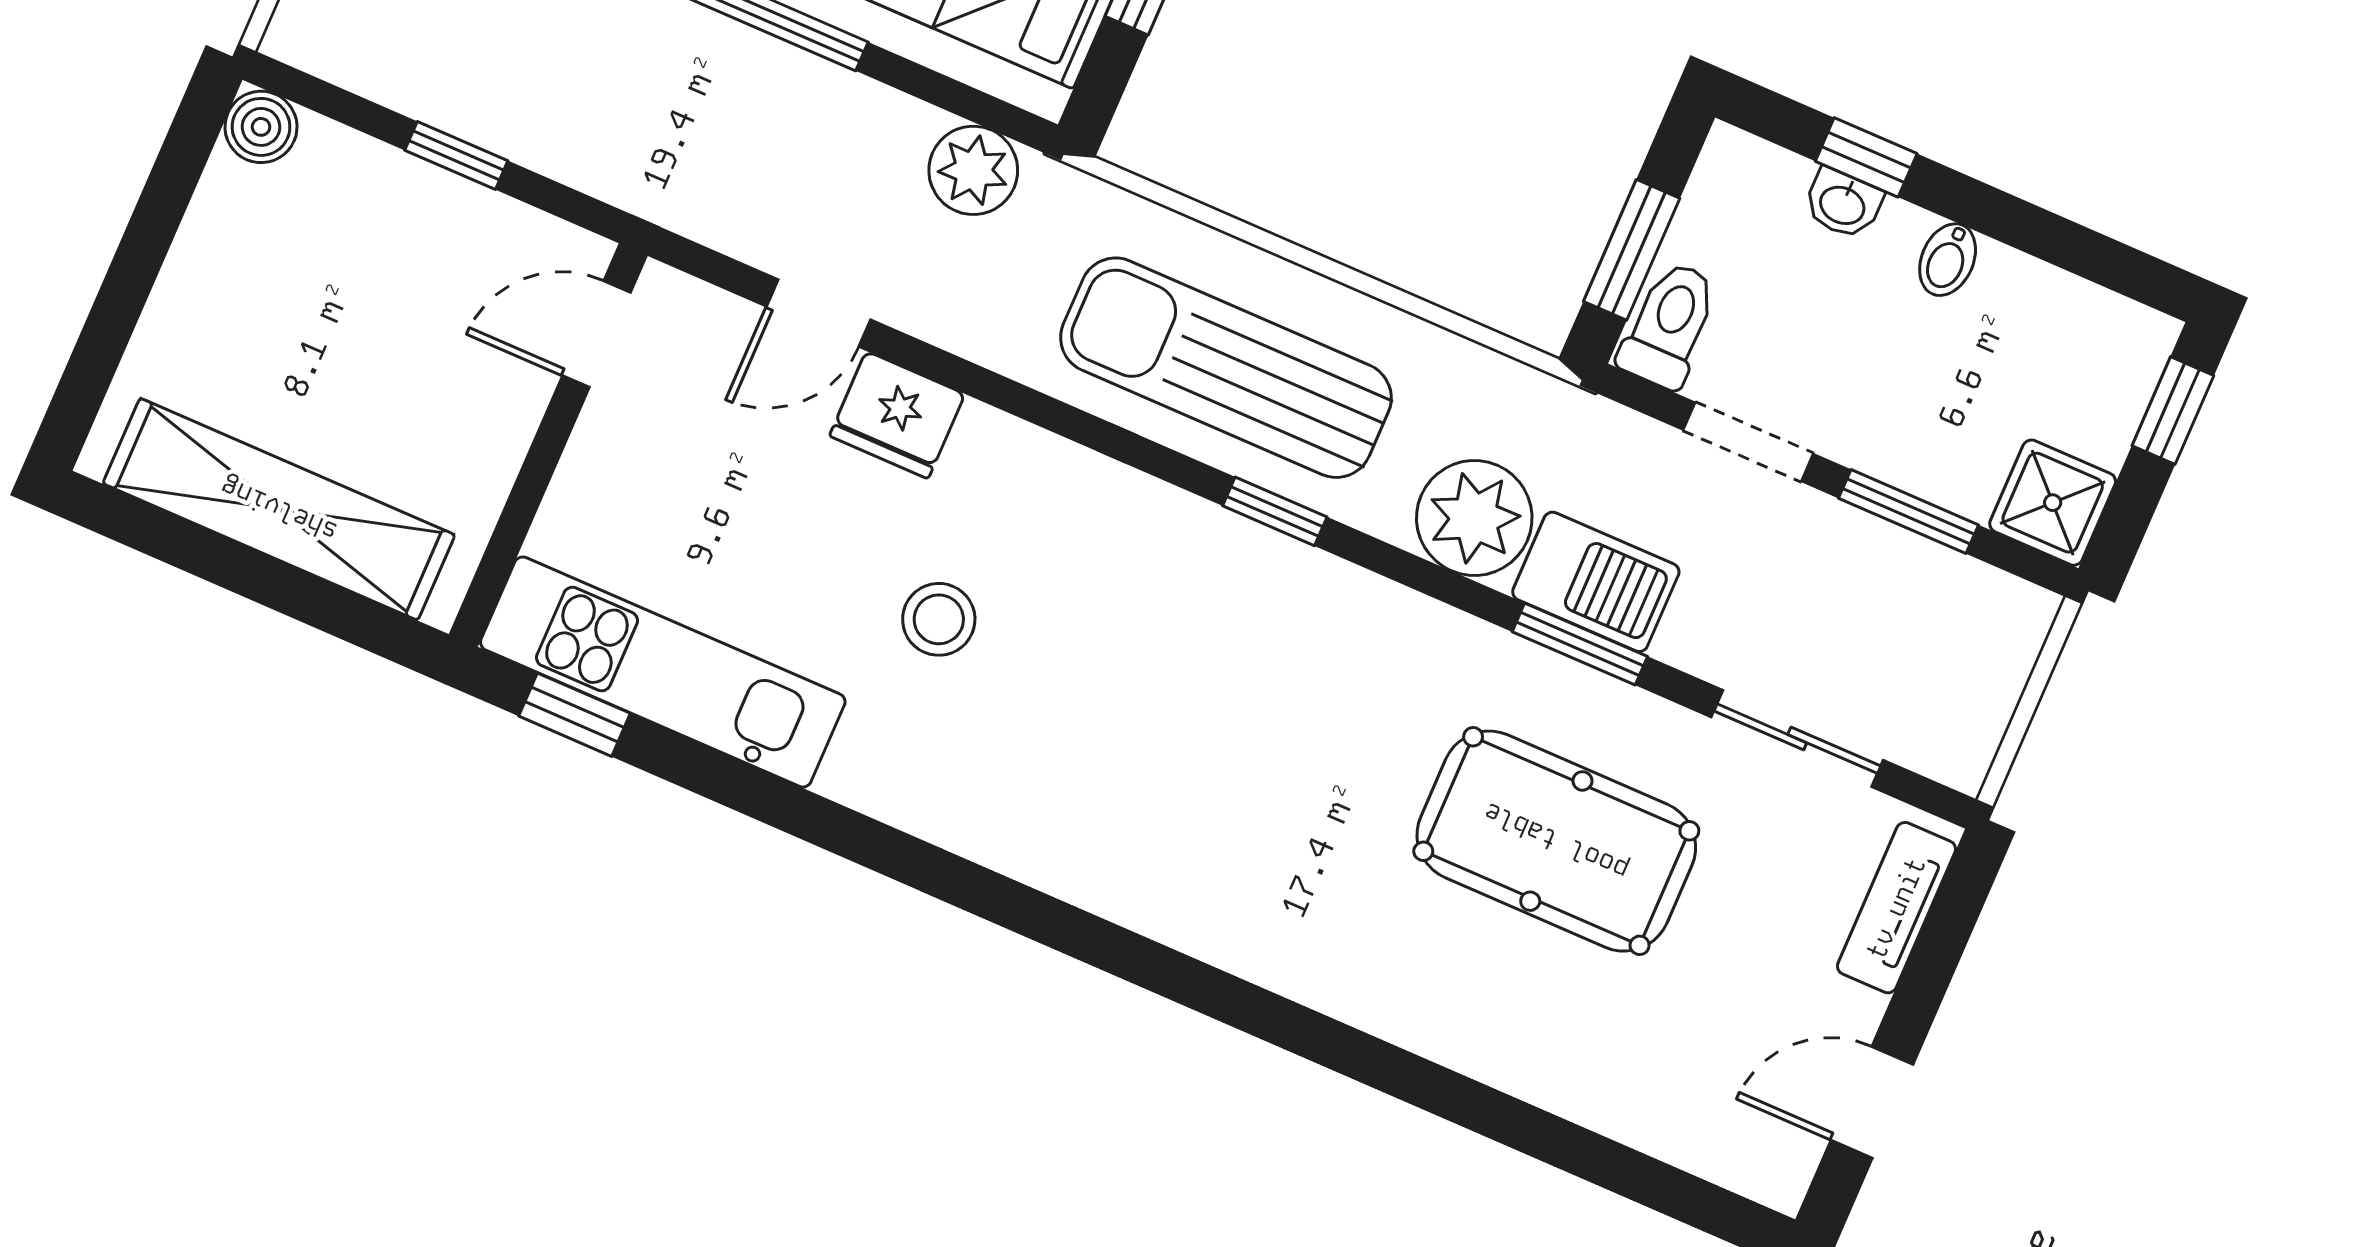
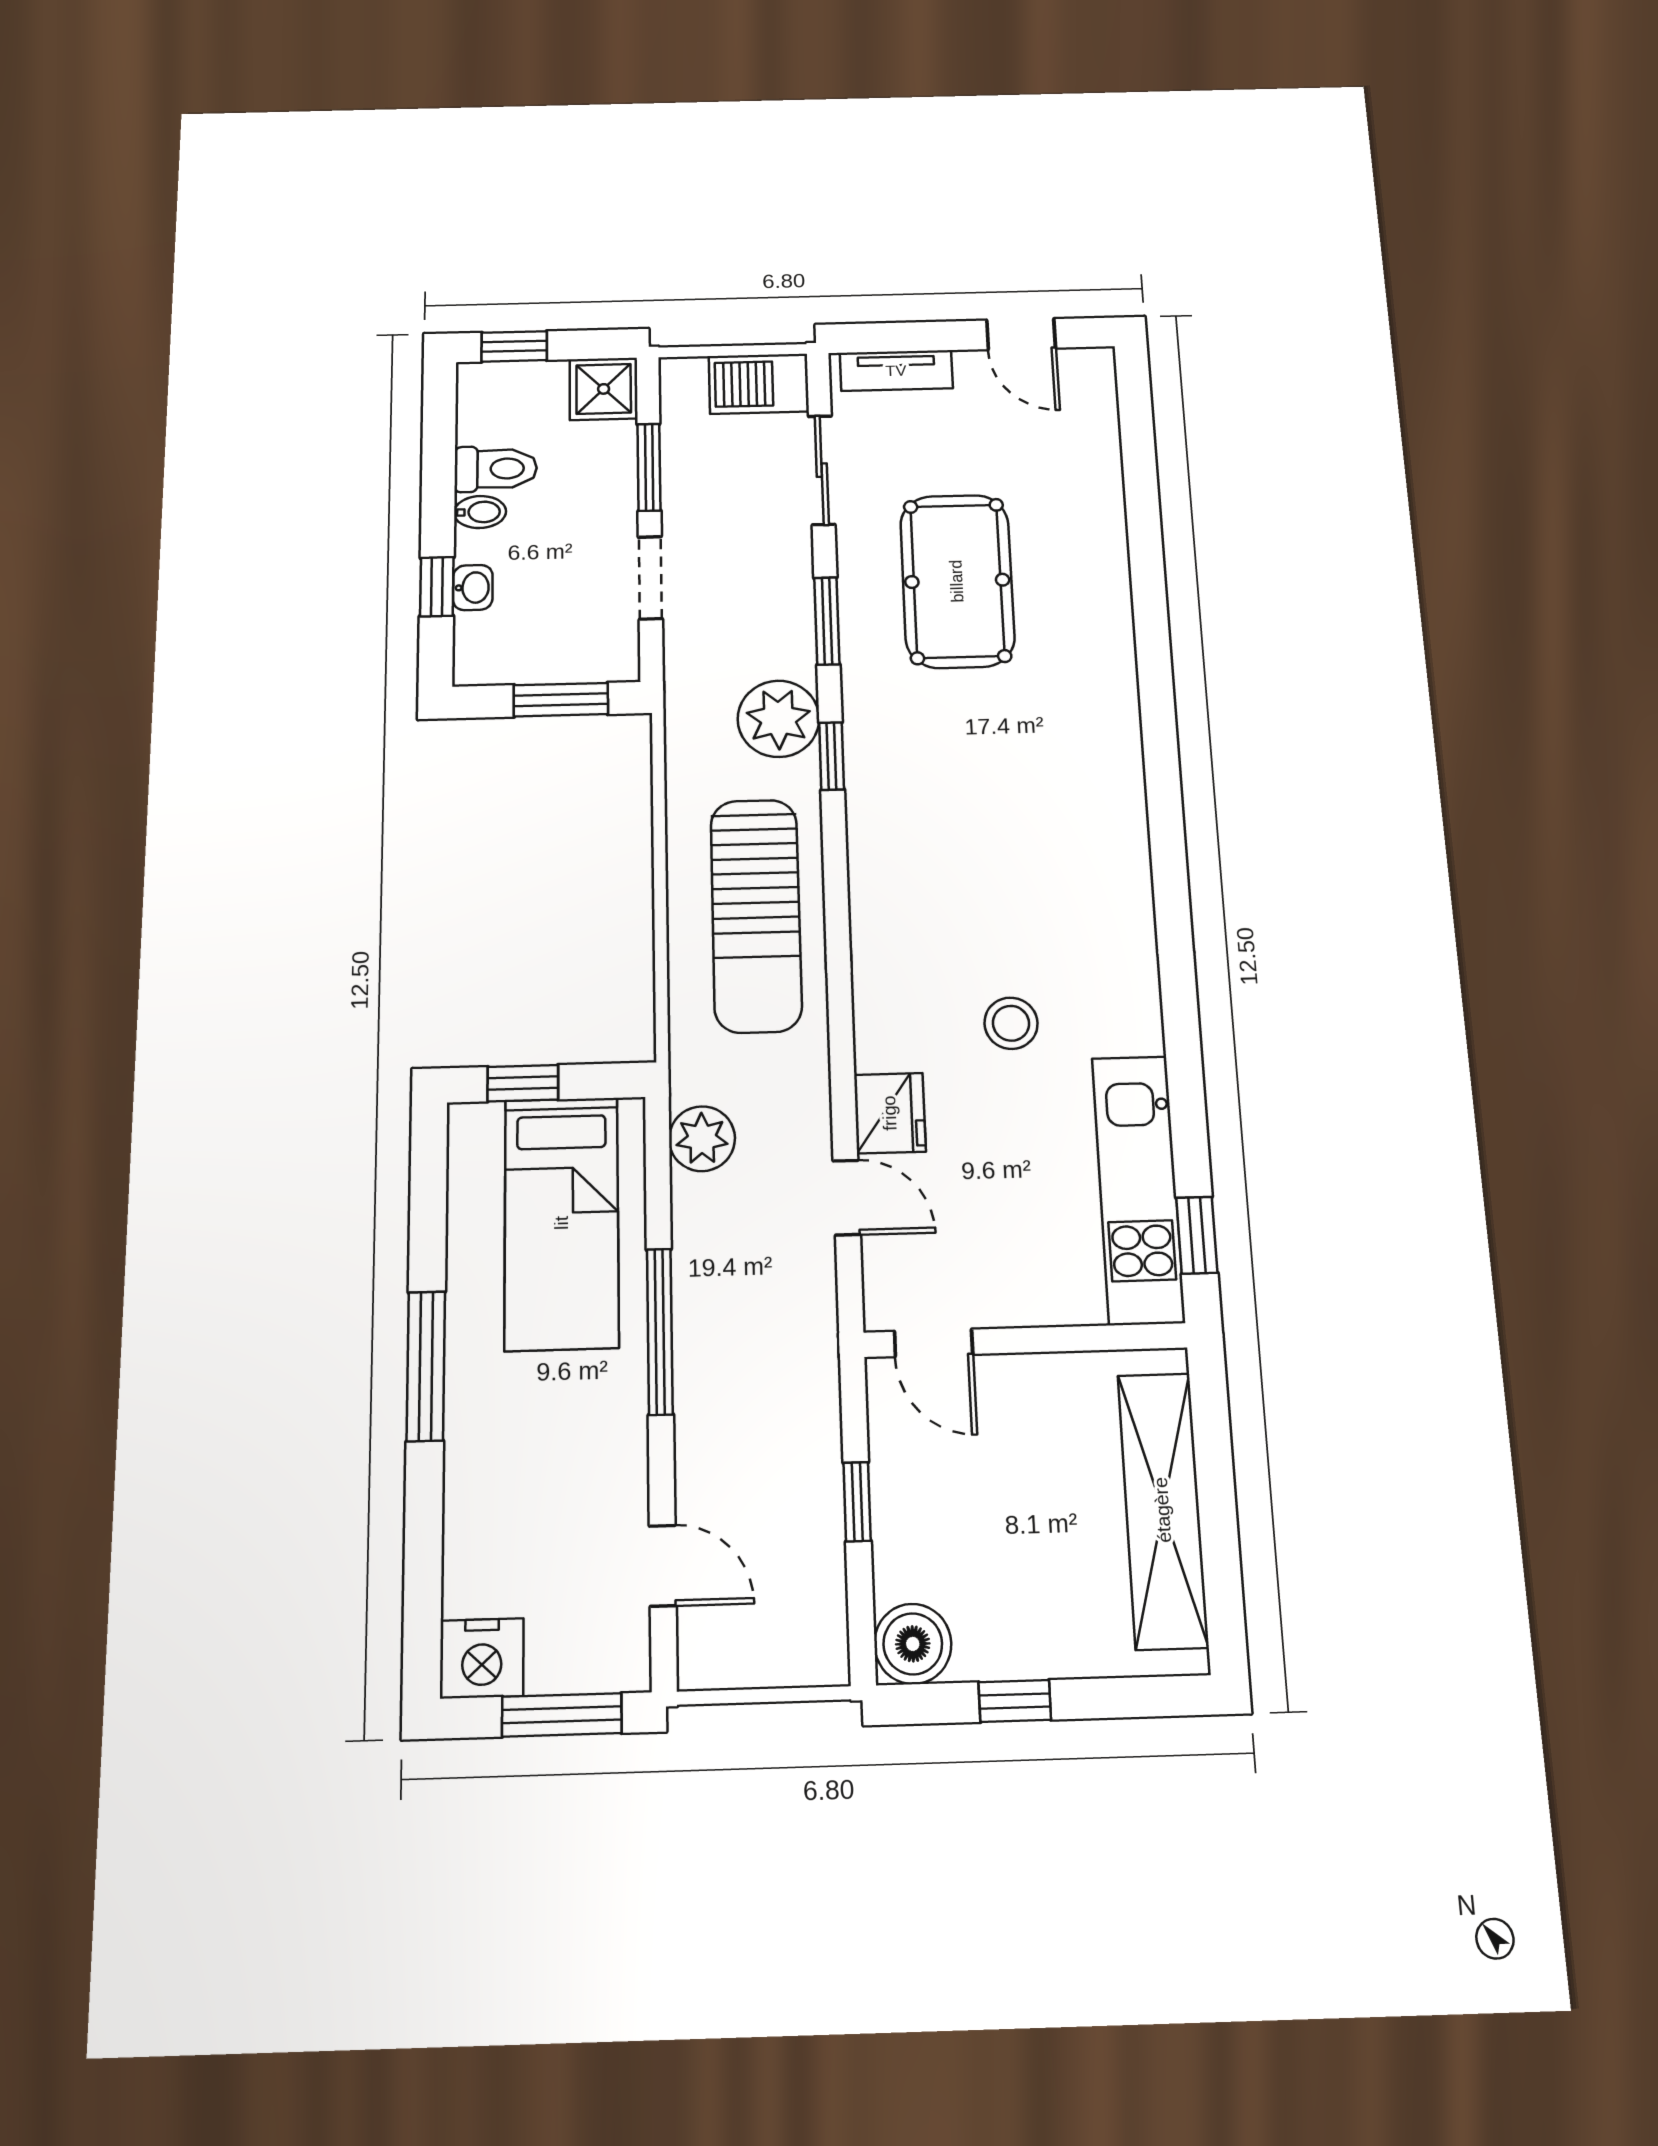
boiler: (261, 127) -> (913, 1644), width x1.36, depth x1.36
window: (151, 231) -> (1015, 1701), added
toilet: (1669, 325) -> (496, 469), moved, turned 180
window: (1275, 511) -> (832, 756), moved
barbecue: (1596, 582) -> (759, 384), moved, turned -90

